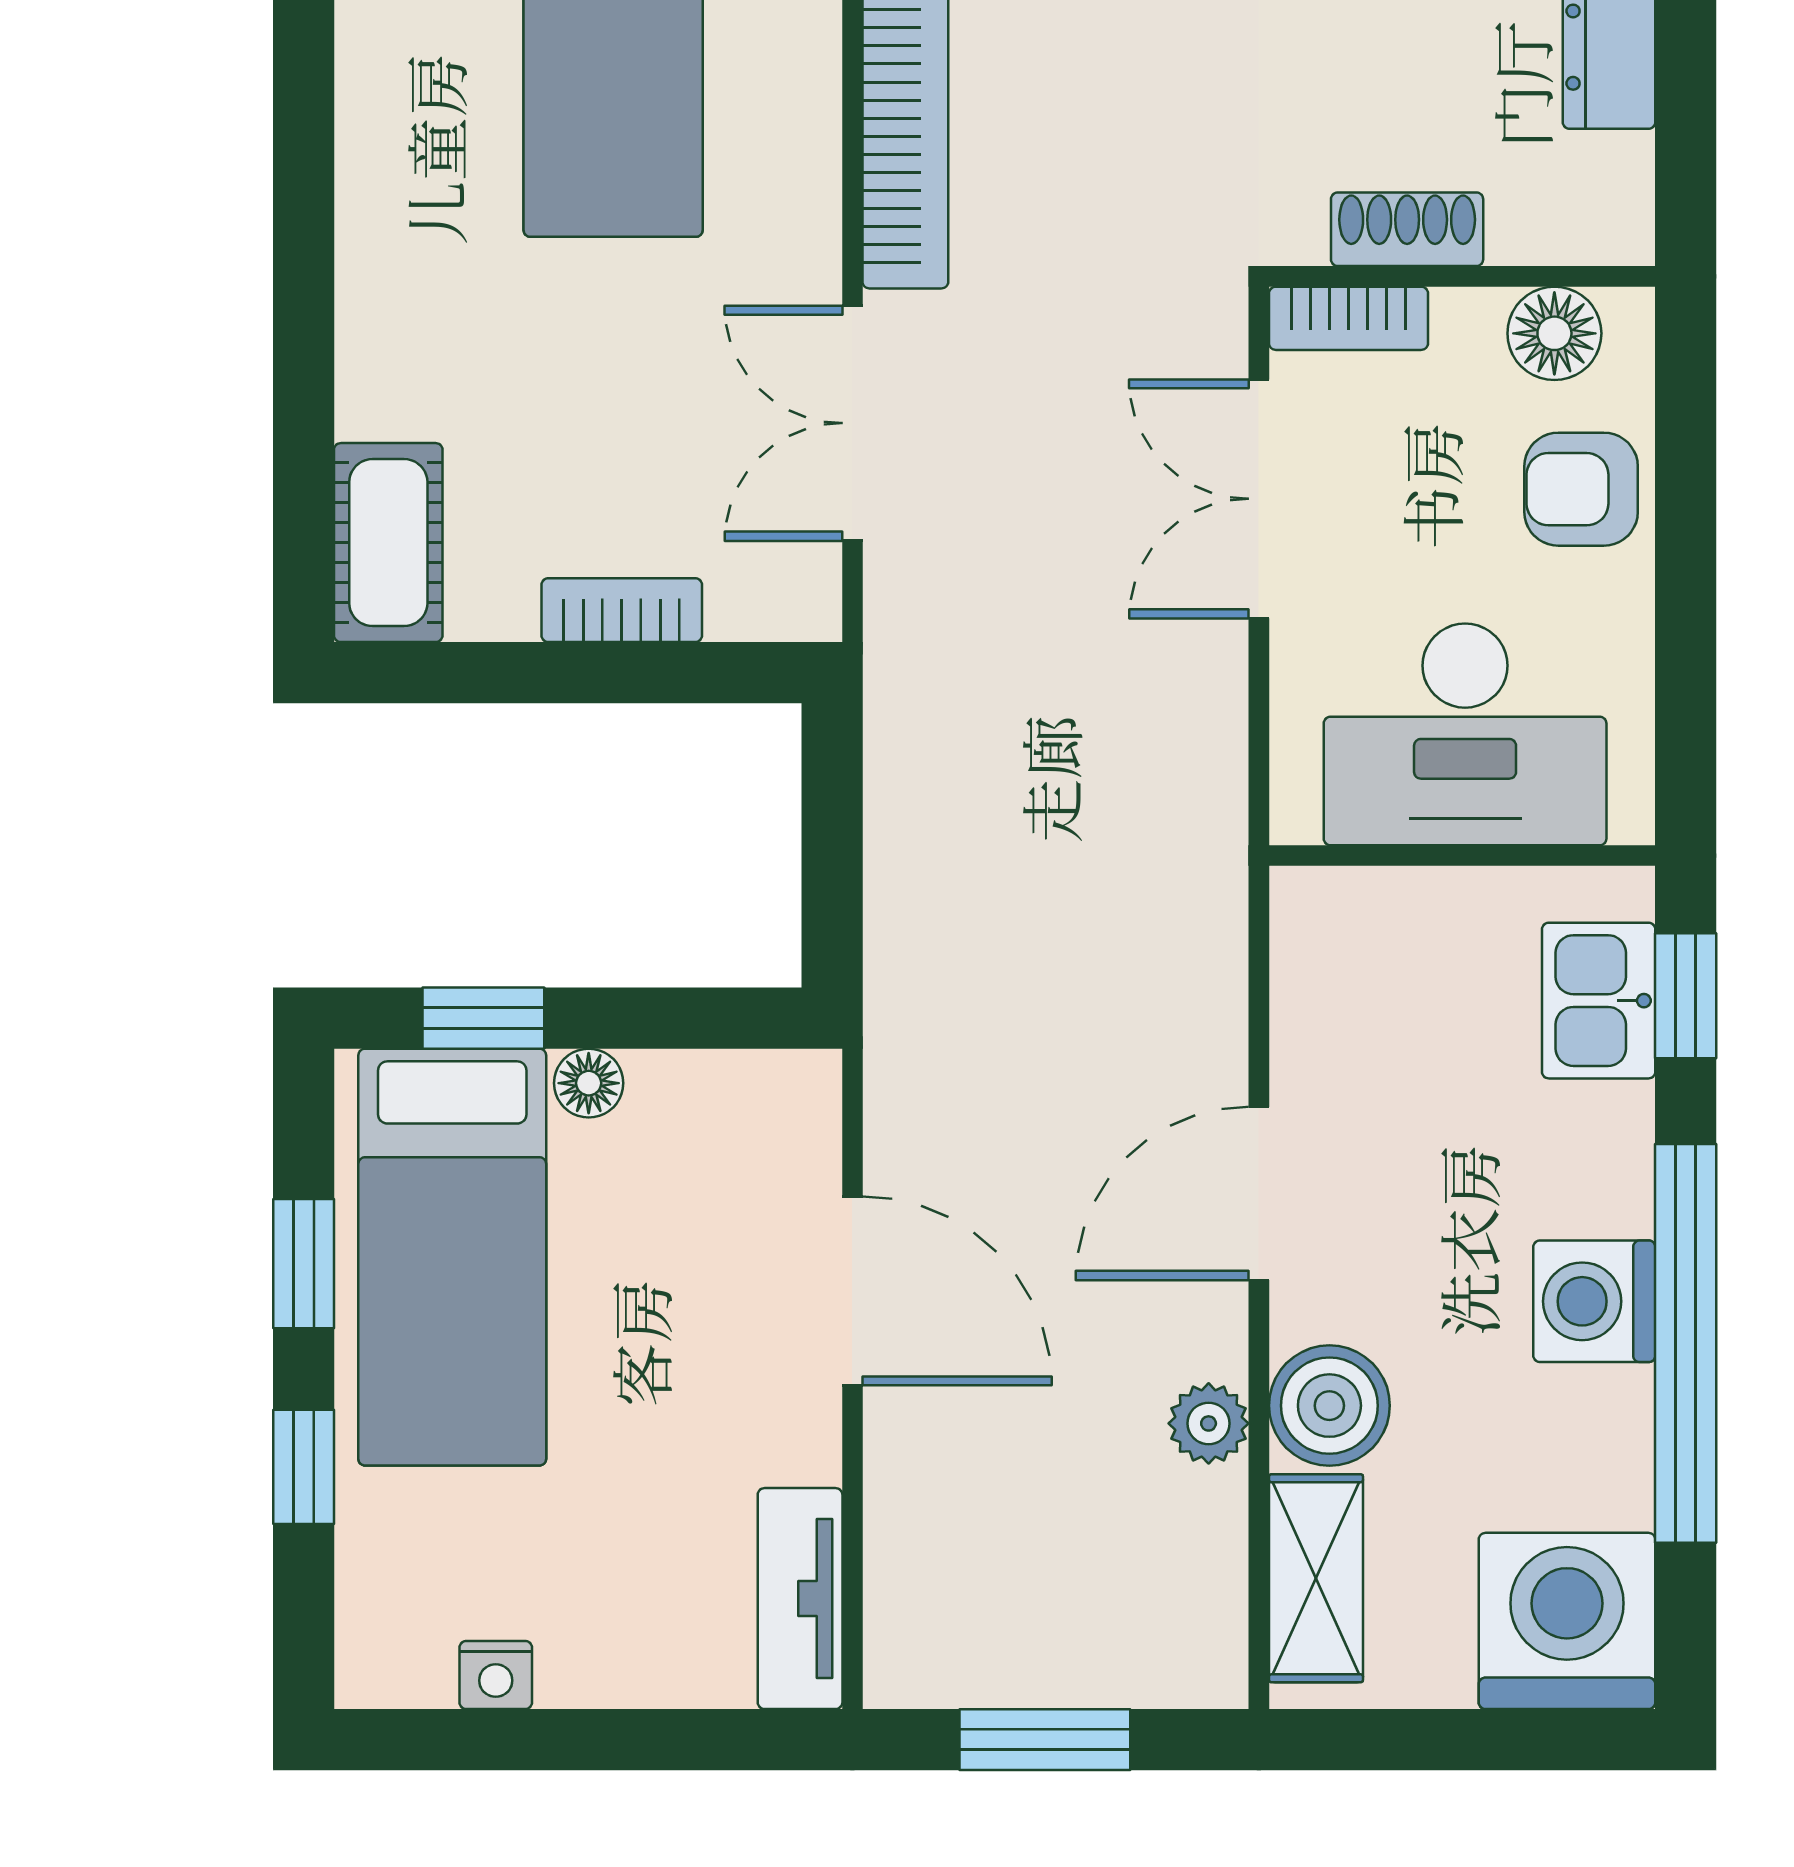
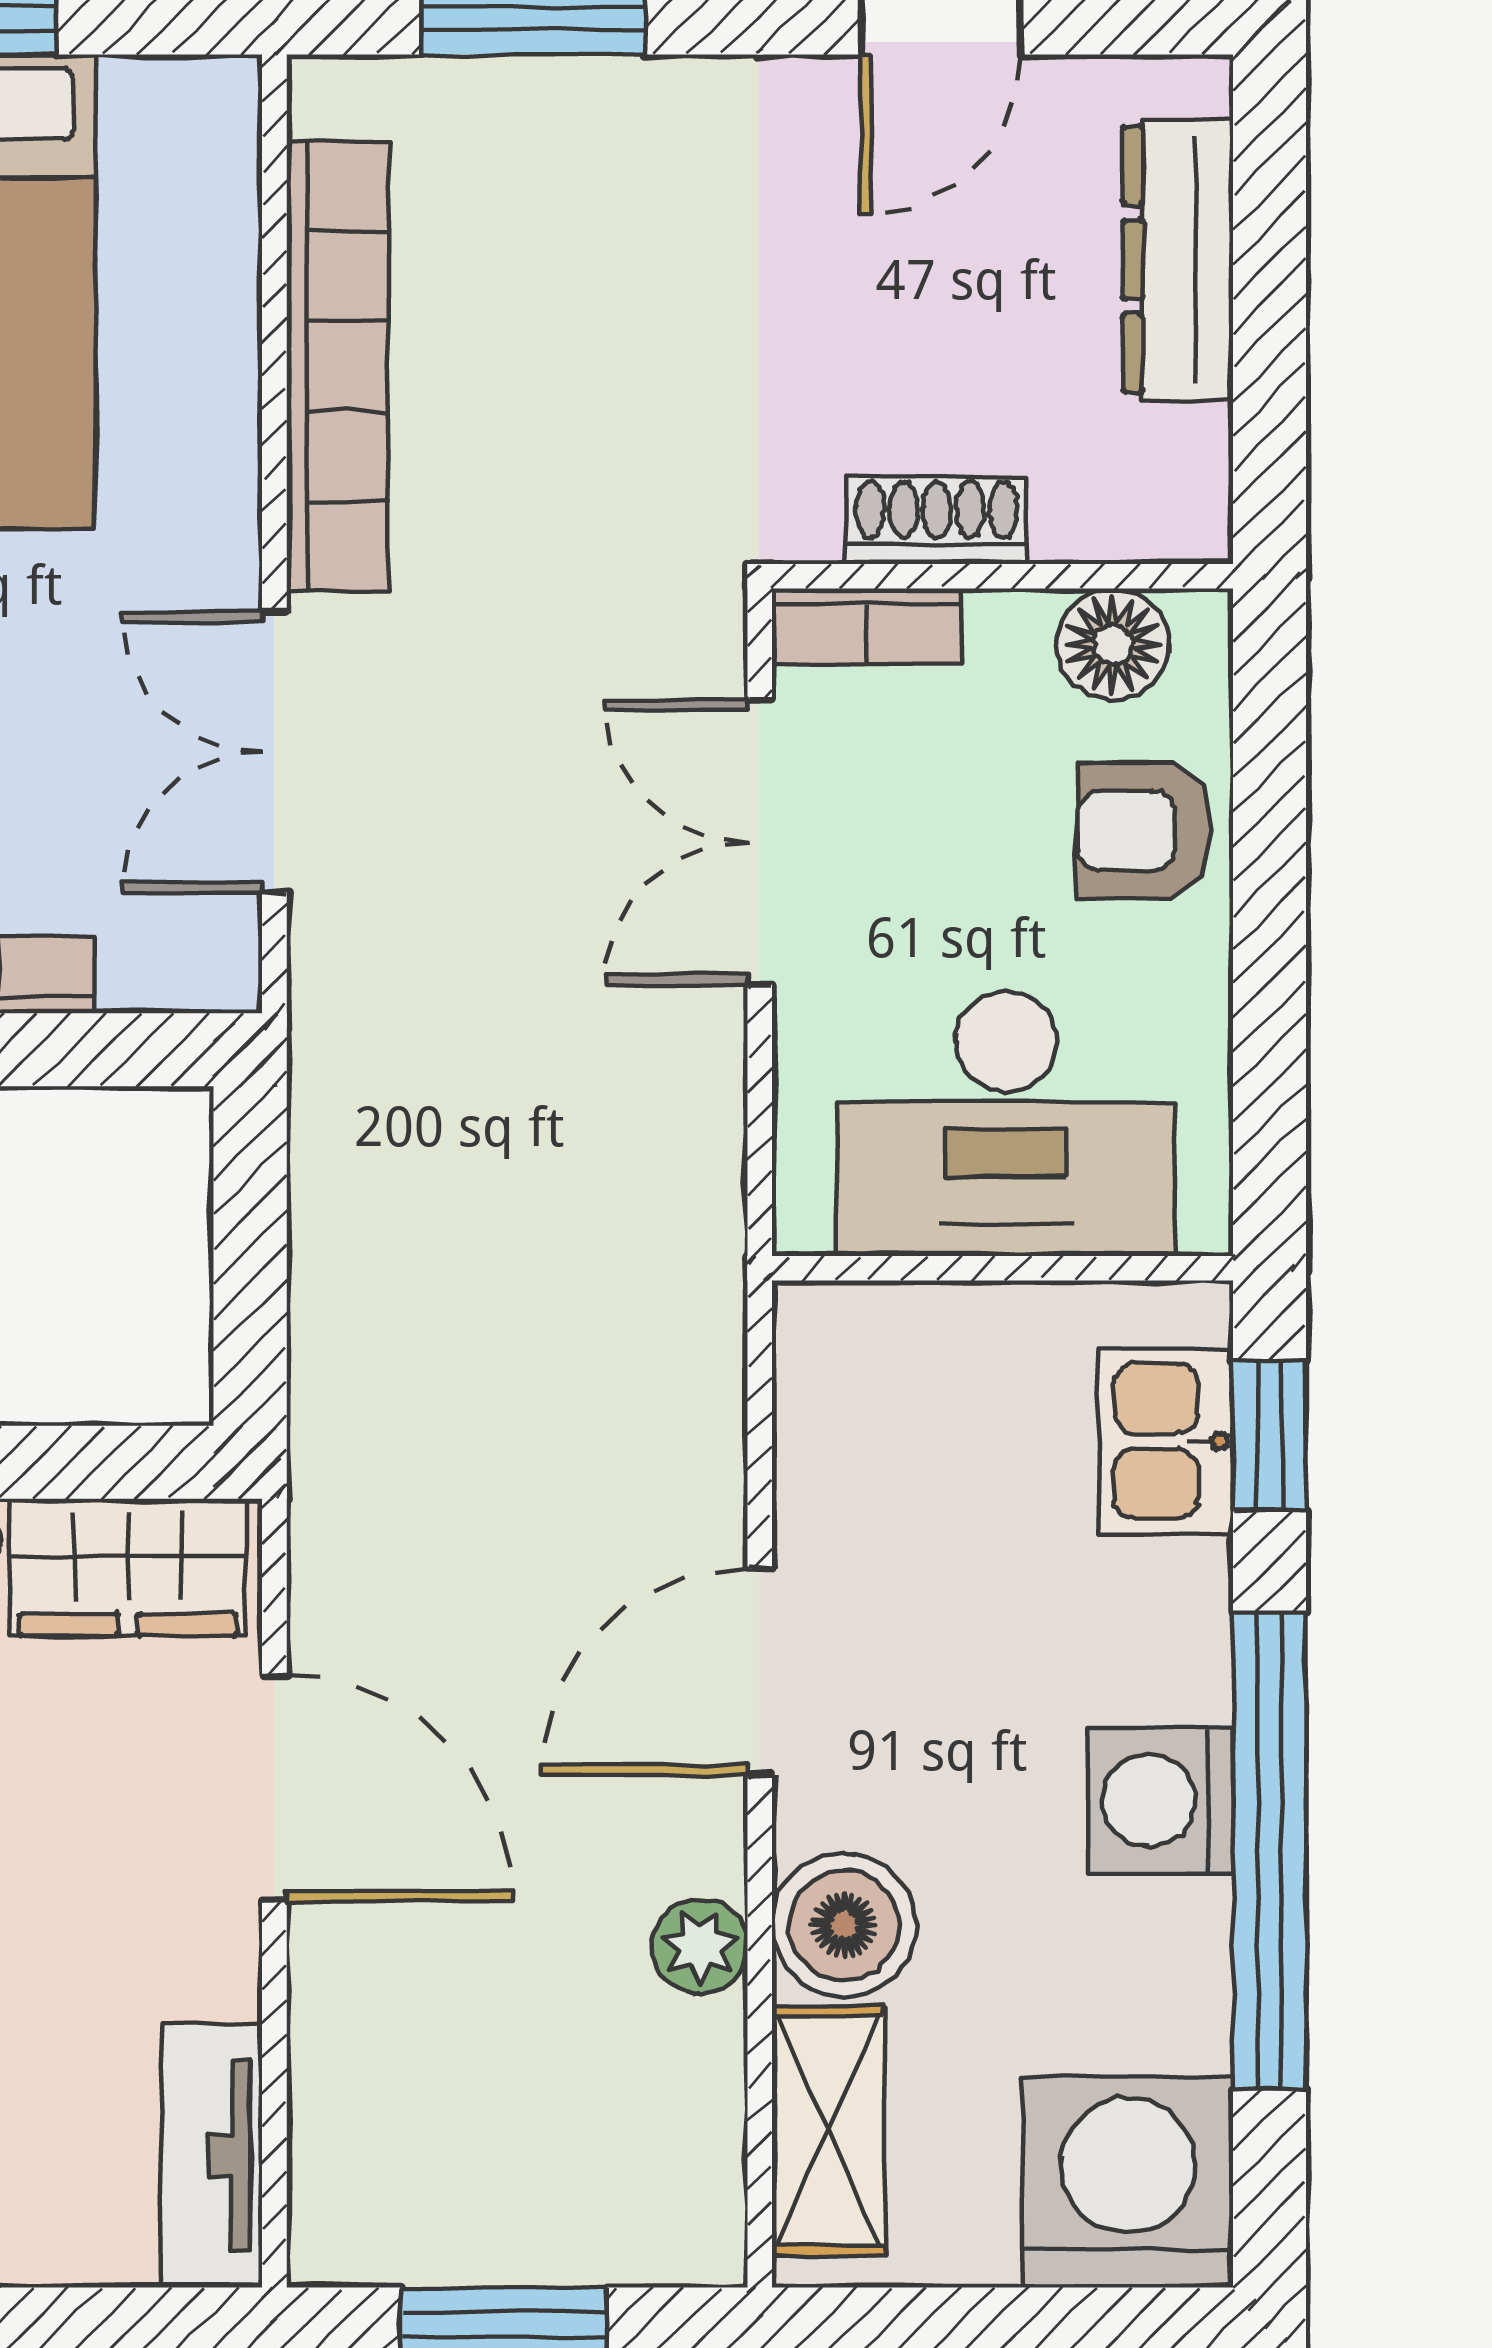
wardrobe: (730, 1106) -> (128, 1567), added

